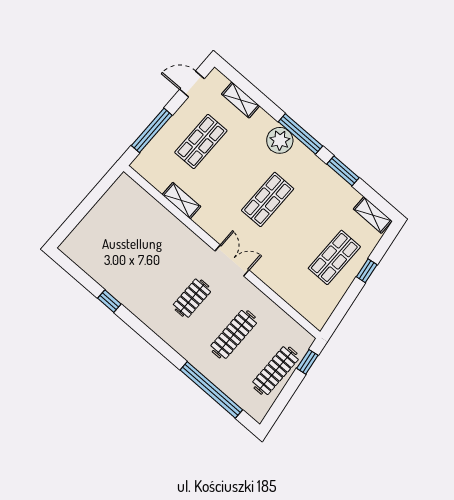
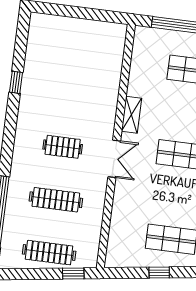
shelving: (181, 201) -> (131, 115), moved
window: (367, 271) -> (159, 273), moved

